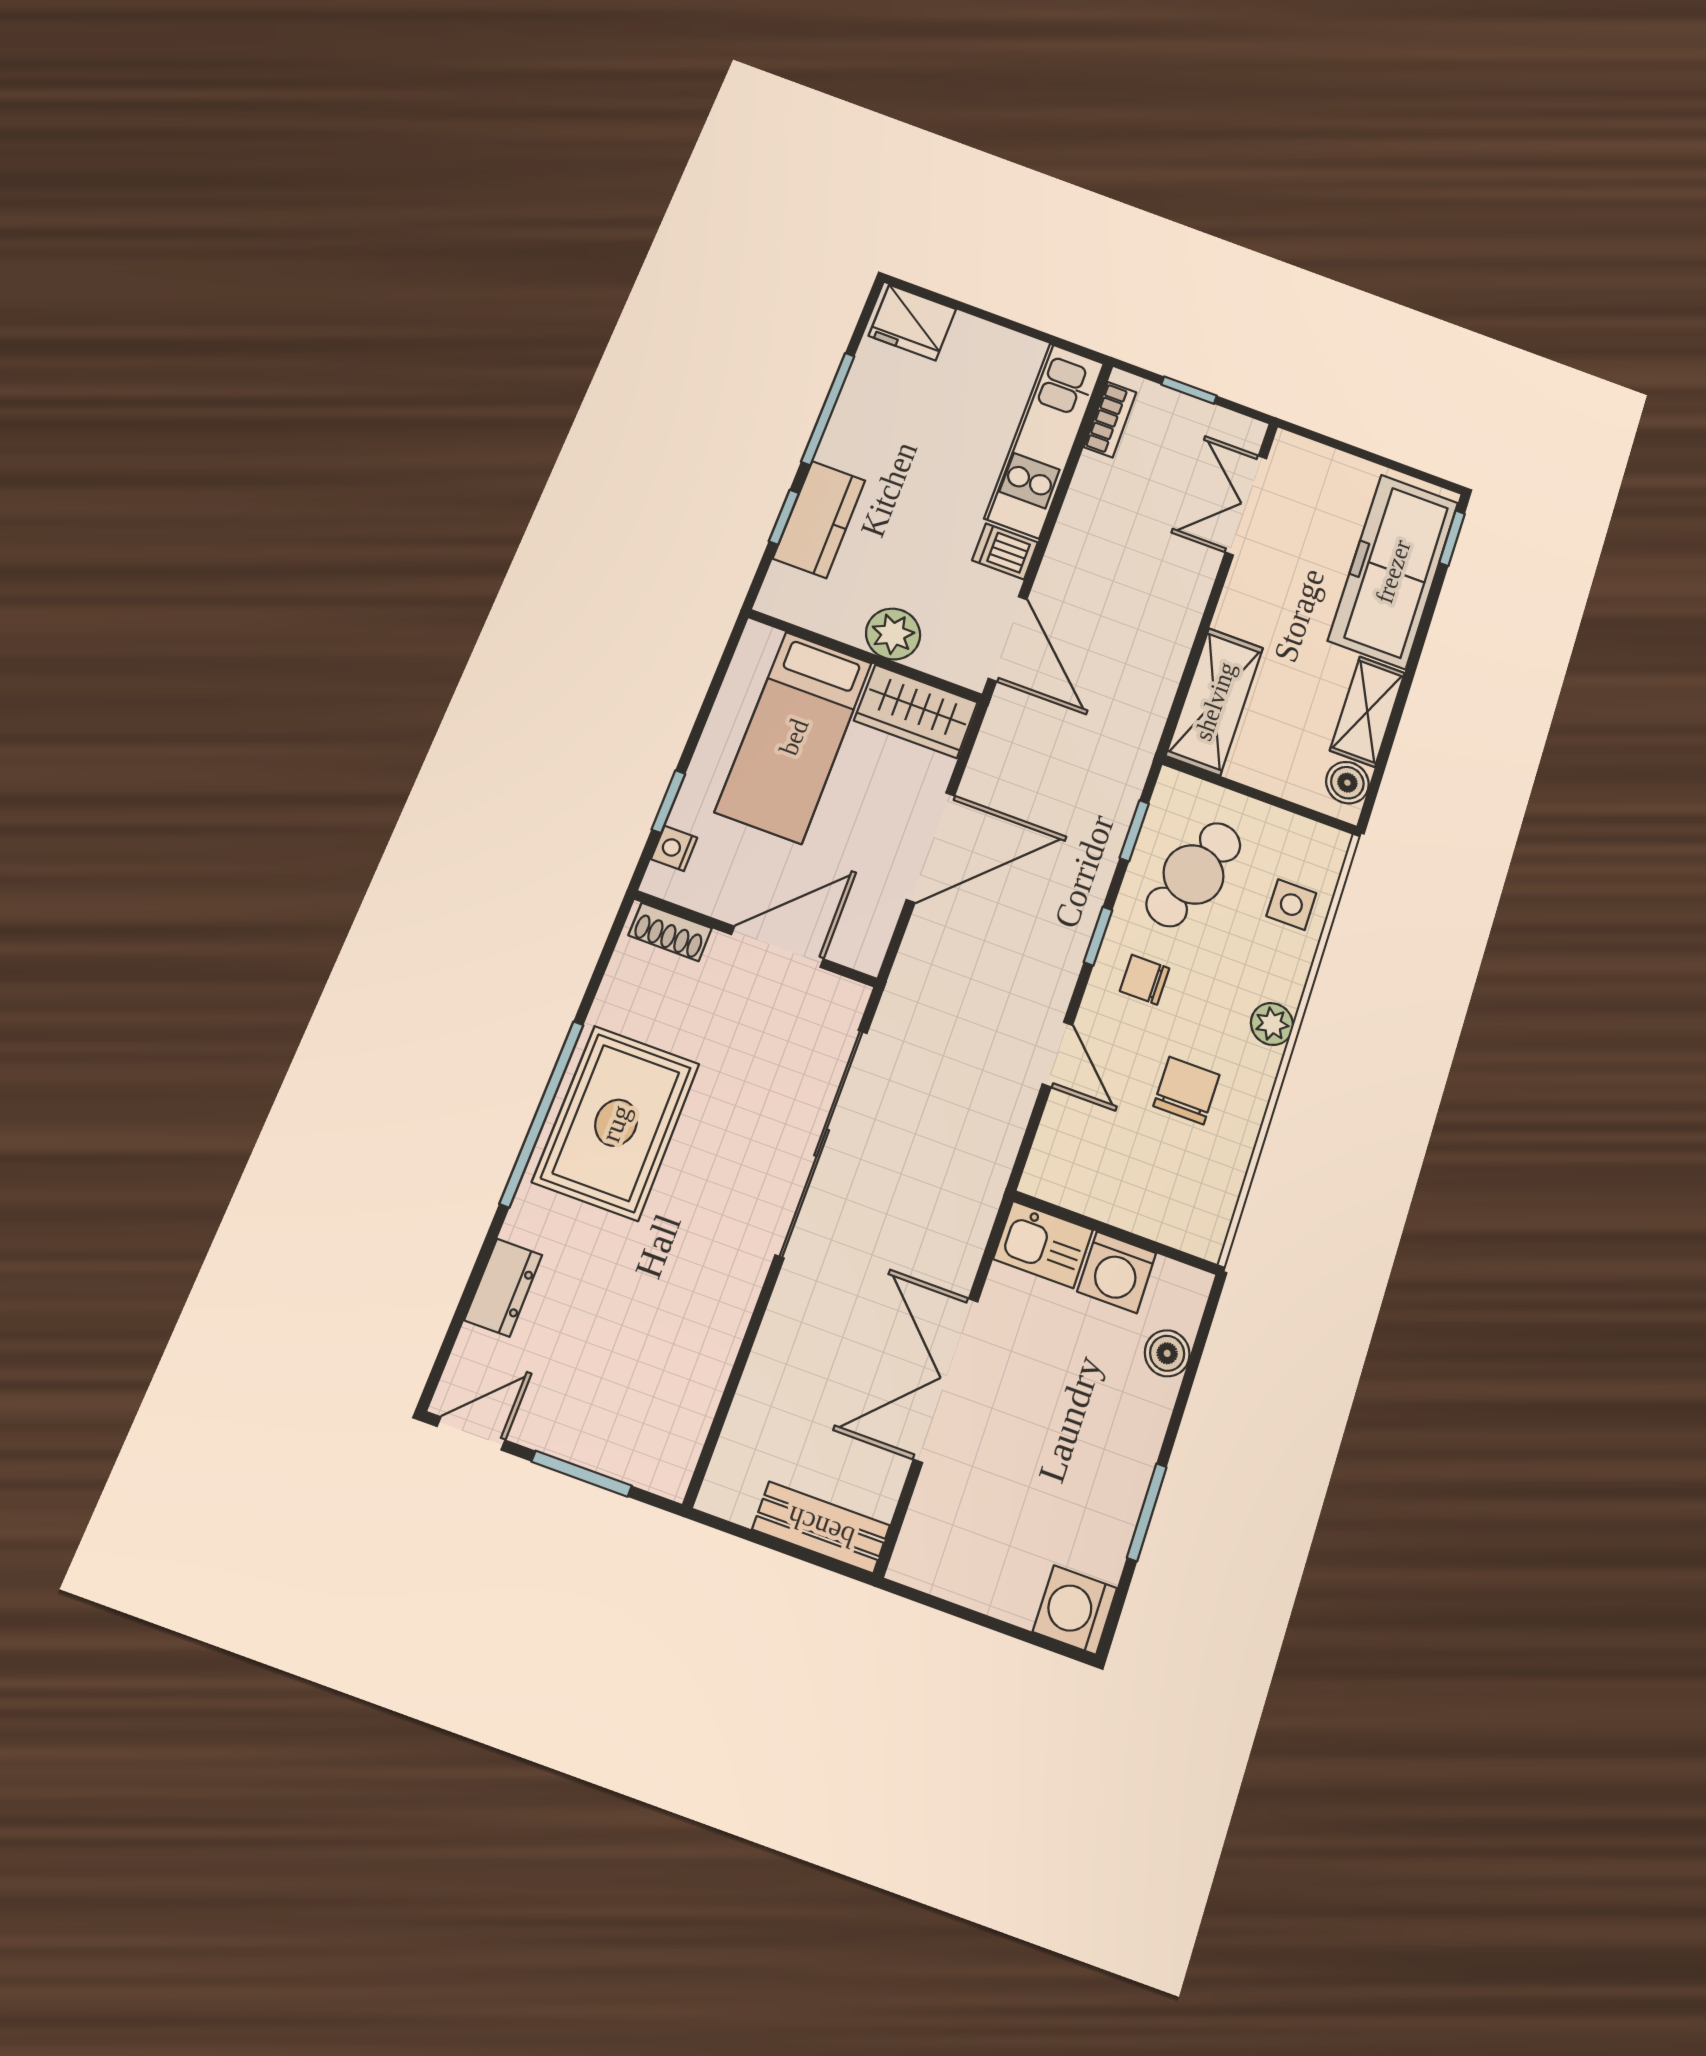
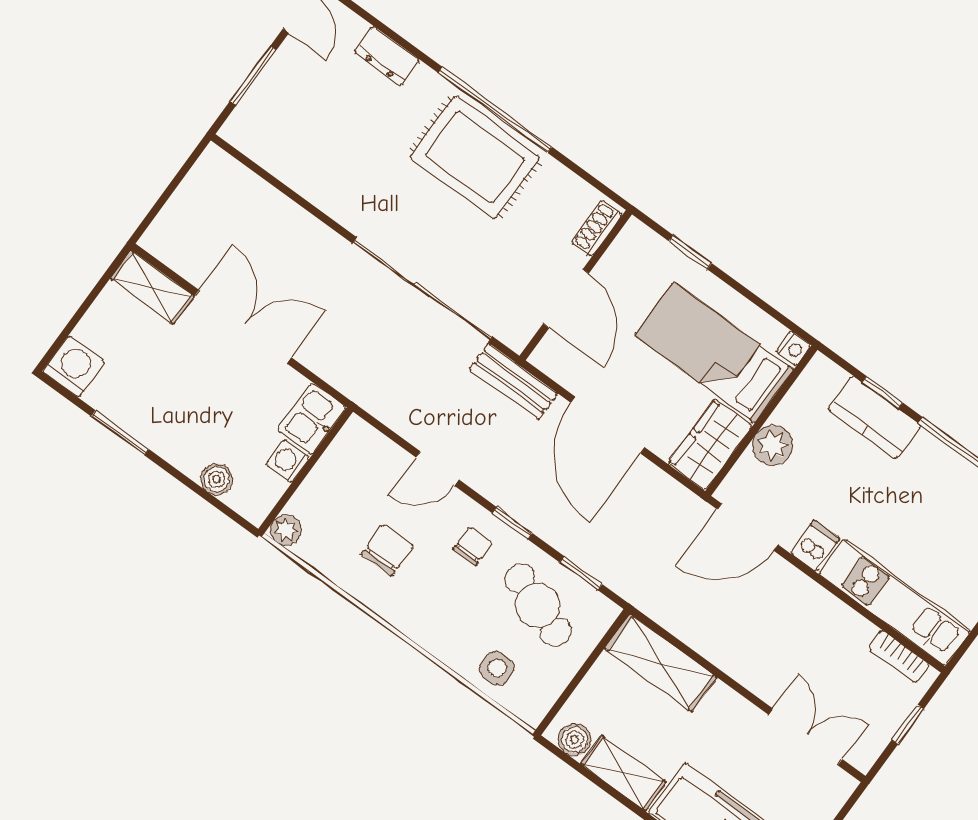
nightstand: (674, 848) -> (793, 349), moved, turned 90
plant: (1272, 1024) -> (286, 530), moved
chair: (1186, 1090) -> (388, 550), turned -90
washing machine: (1117, 1272) -> (288, 461), width x0.73, depth x0.73
bench: (821, 1527) -> (514, 381), moved, turned 90
shelving: (928, 1529) -> (152, 287), added

